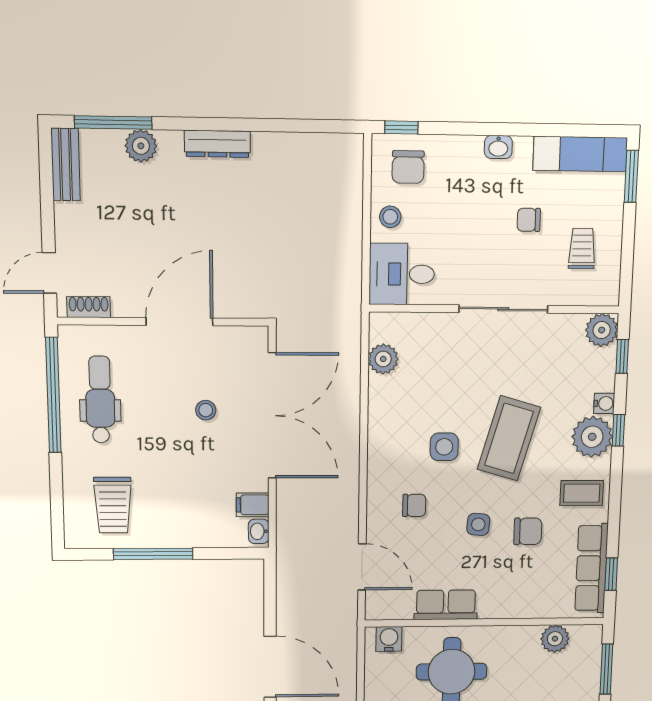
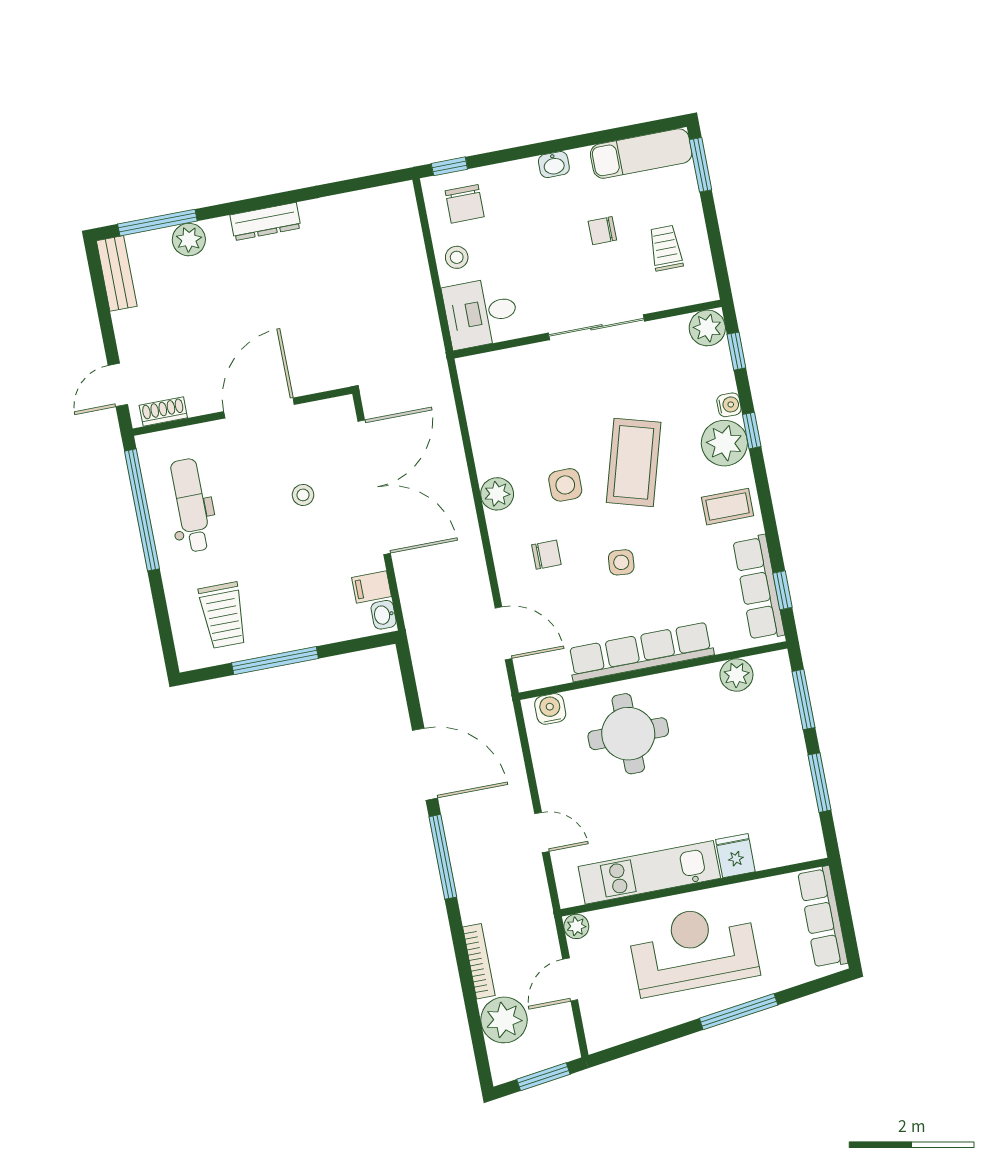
plant: (383, 359) -> (497, 494), moved
chair: (528, 531) -> (678, 560), removed
row of seats: (446, 605) -> (641, 652), width x2.02

